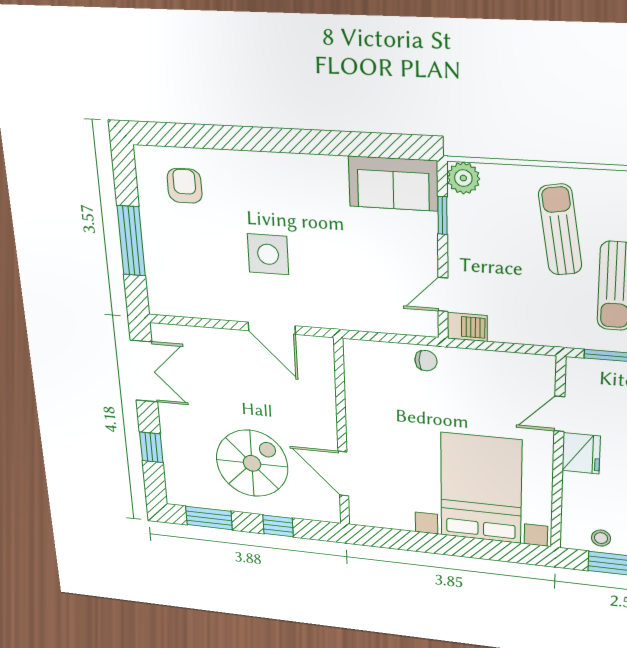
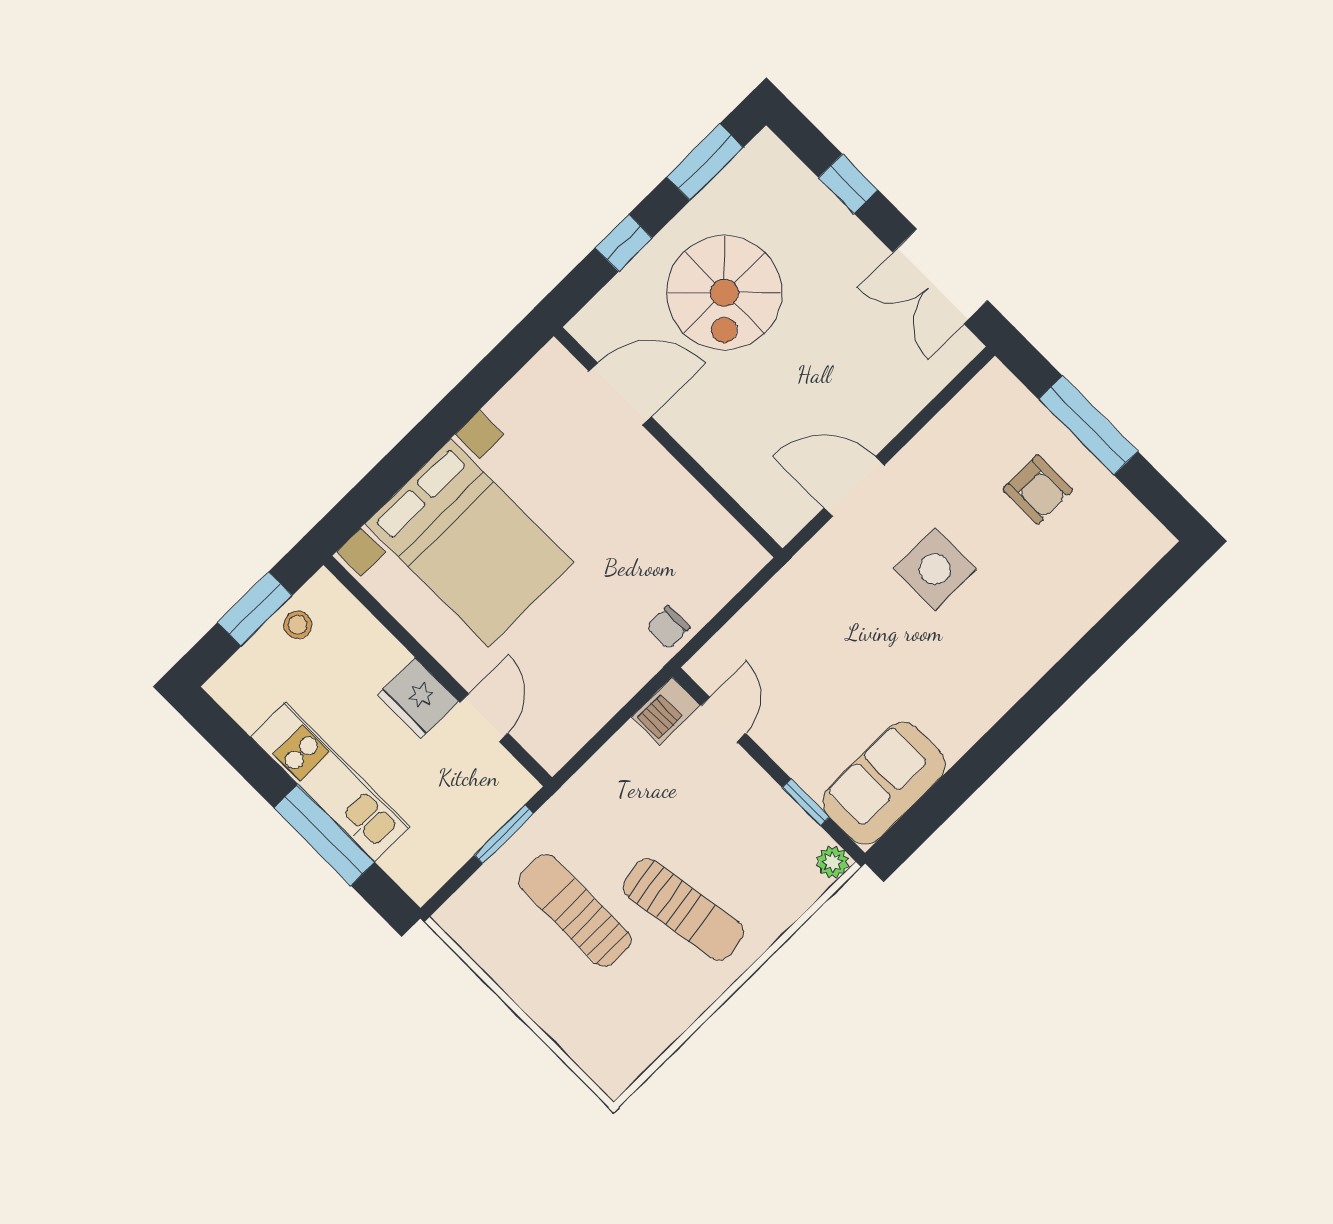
plant: (463, 178) -> (833, 862), width x0.73, depth x0.73
armchair: (185, 186) -> (1038, 489), moved

